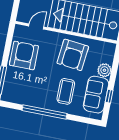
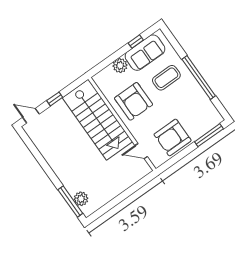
armchair: (73, 55) -> (134, 101), turned 84

